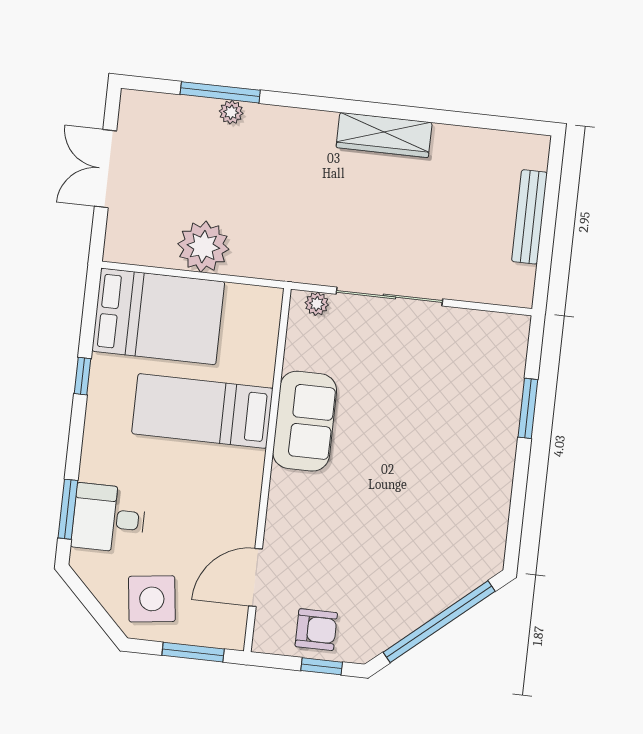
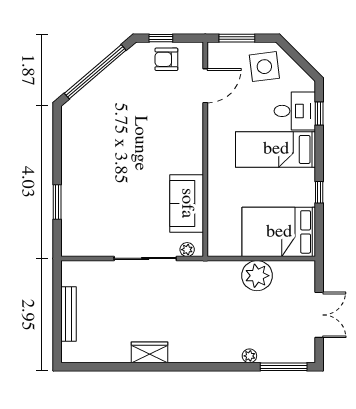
window: (220, 92) -> (284, 367), moved
wardrobe: (384, 135) -> (150, 352), width x0.67
bed: (202, 411) -> (276, 149), moved, turned 180
sofa: (305, 421) -> (187, 203), moved
window: (68, 509) -> (319, 114), width x0.67

